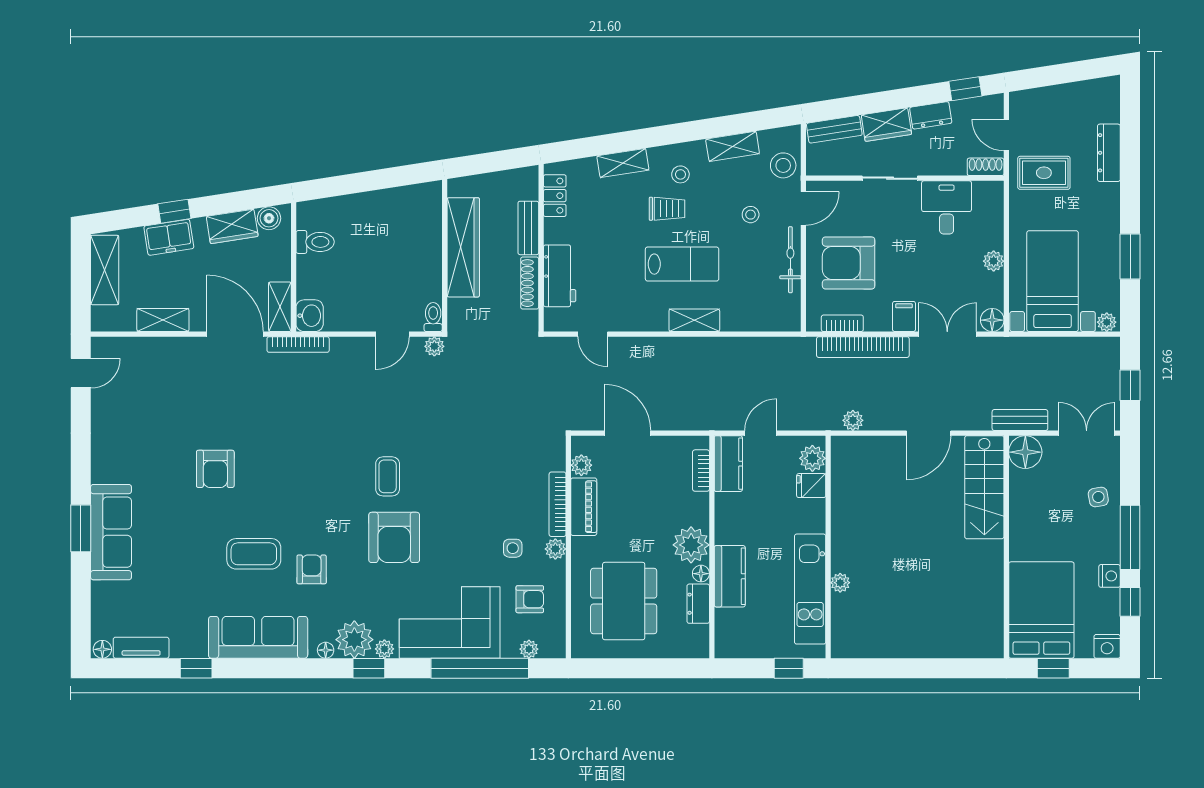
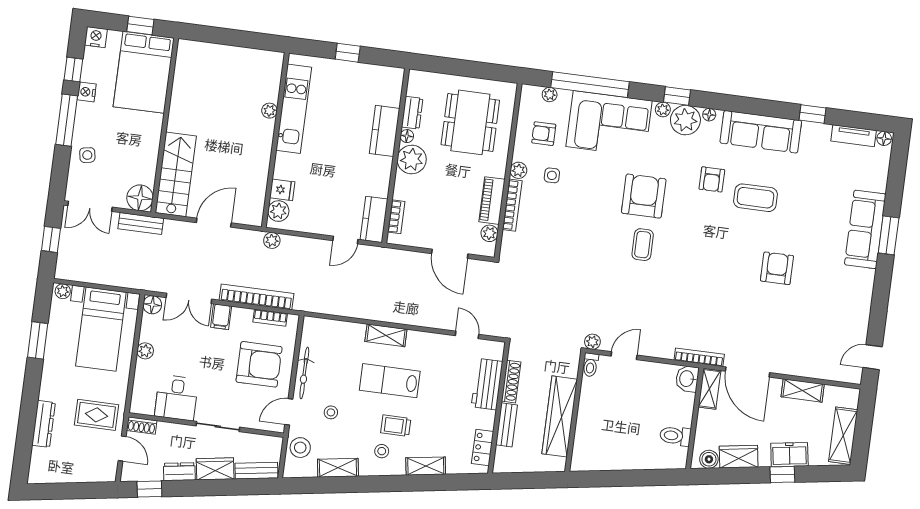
plant: (812, 458) -> (278, 211), moved
fridge: (811, 486) -> (282, 190), moved
wall: (828, 547) -> (275, 140), moved
plant: (840, 583) -> (269, 111), moved
kitchen unit: (810, 589) -> (294, 109), moved

